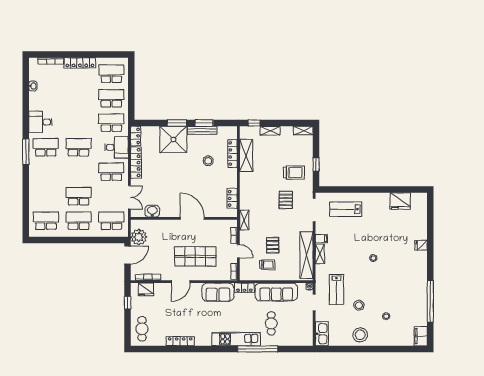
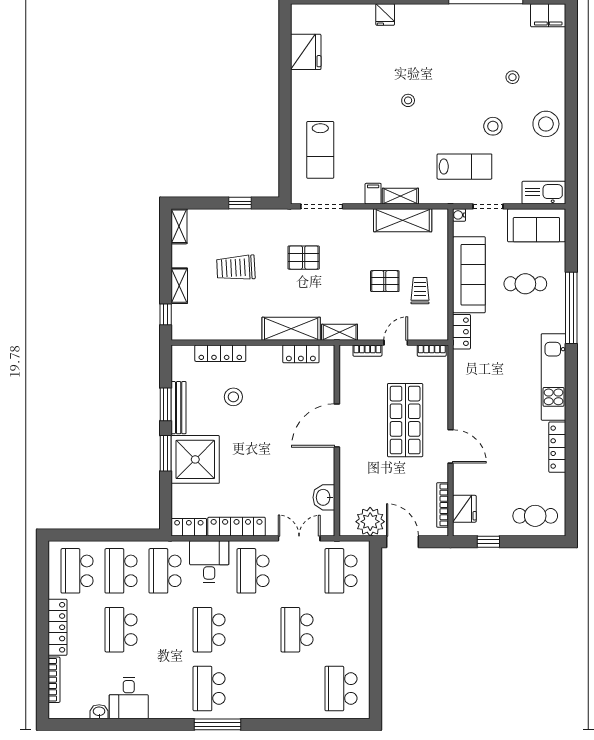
desk: (41, 122) -> (129, 698), moved
shelving: (246, 155) -> (291, 329), moved
trolley: (294, 172) -> (236, 268), moved, turned -93
school desk: (79, 221) -> (121, 630), moved
shelving: (307, 255) -> (403, 220), width x0.68
sofa: (218, 292) -> (536, 225), moved, turned 90
kitchen unit: (236, 339) -> (554, 377), moved

